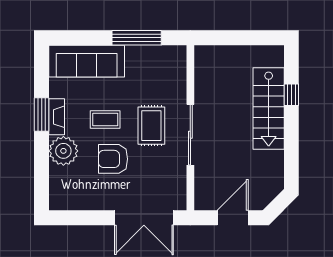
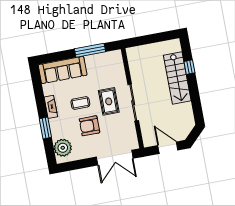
window: (42, 115) -> (45, 128), moved
plant: (63, 151) -> (63, 148), moved
door: (233, 218) -> (168, 148), hinge flipped

